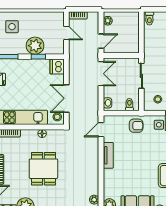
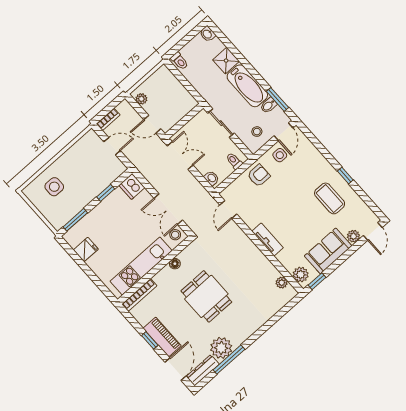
door: (101, 41) -> (152, 124), swing flipped
plant: (35, 46) -> (93, 185), removed
tv unit: (108, 155) -> (268, 239), moved

